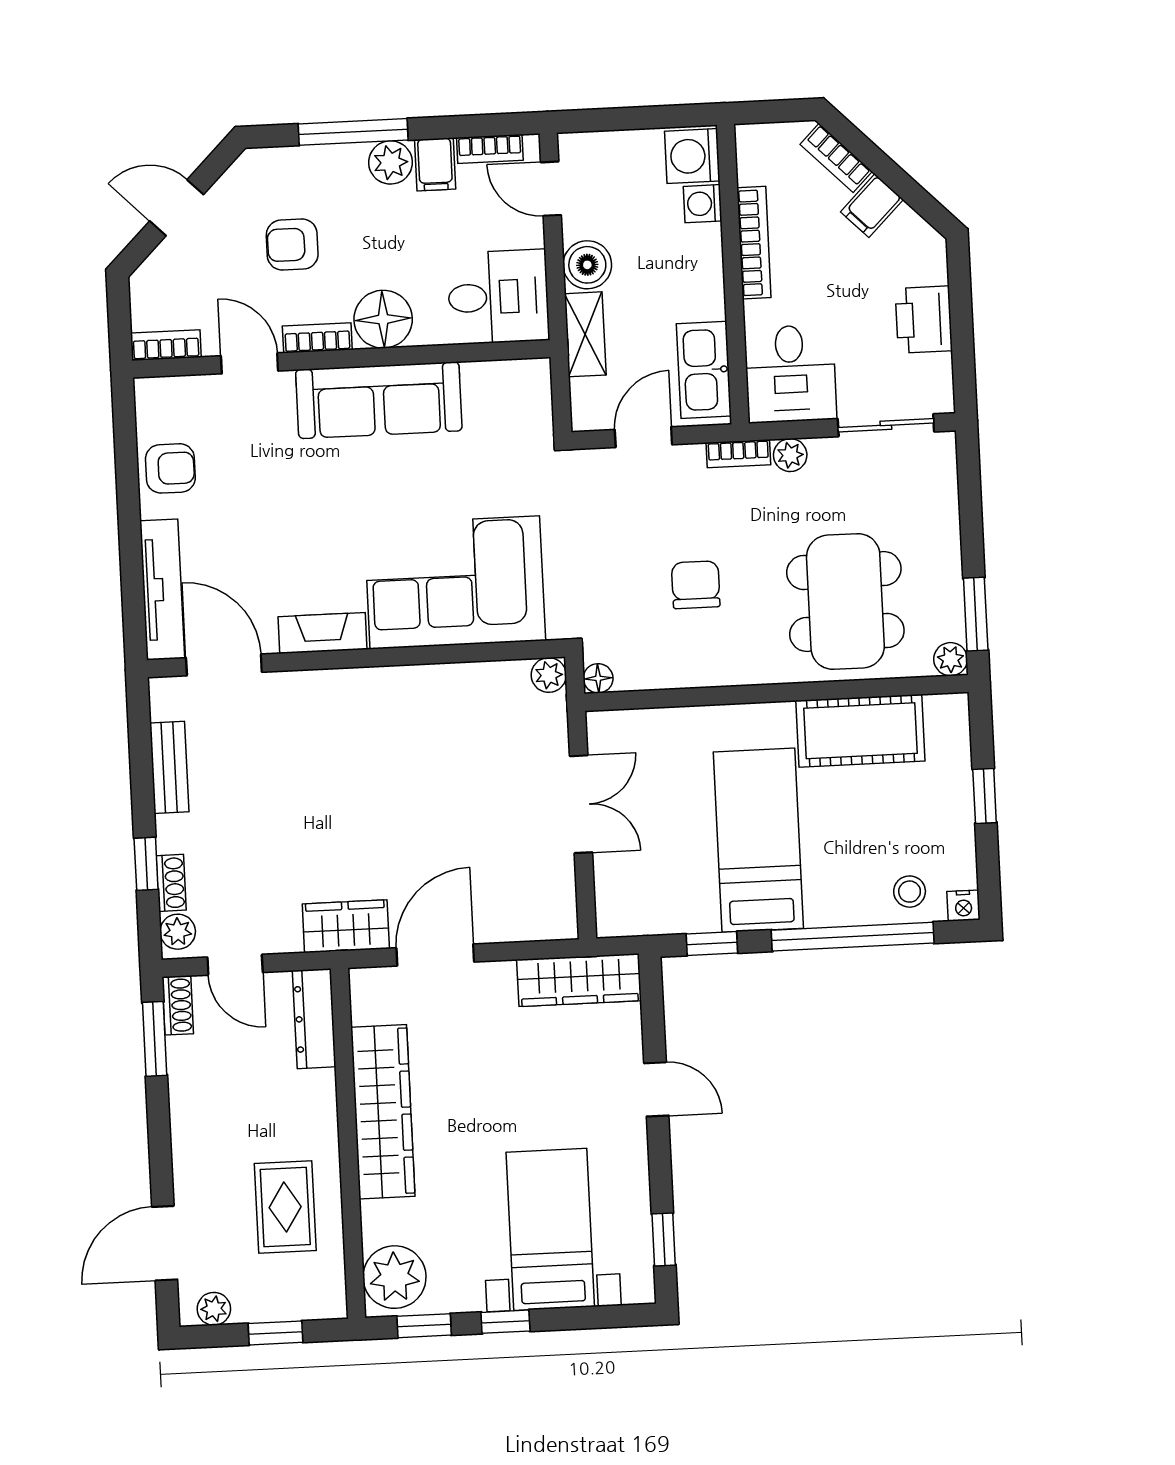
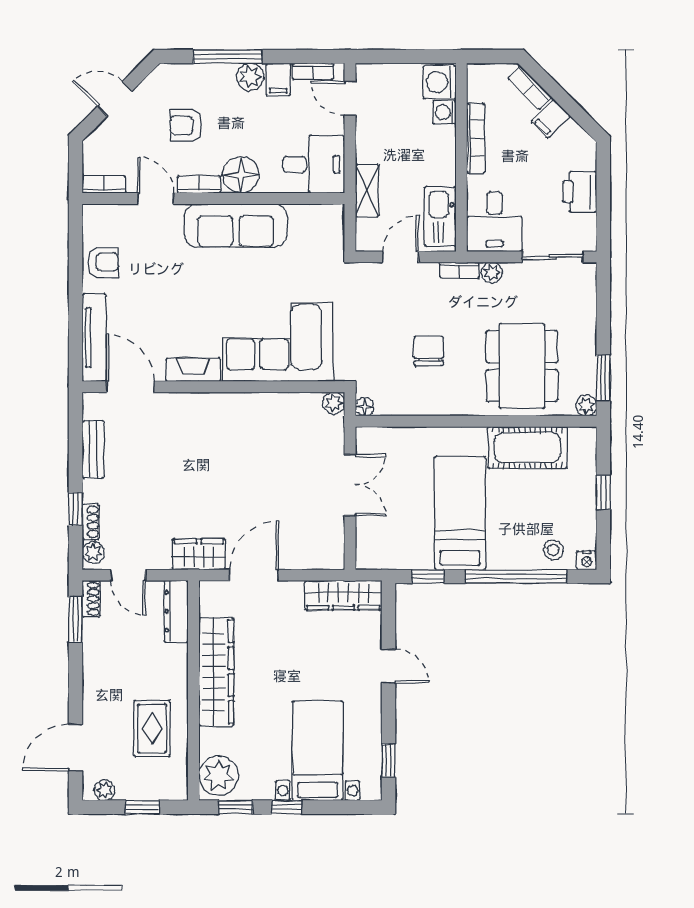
boiler: (587, 265) -> (370, 147), removed

